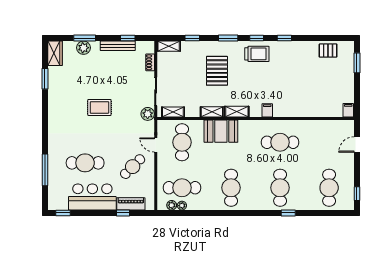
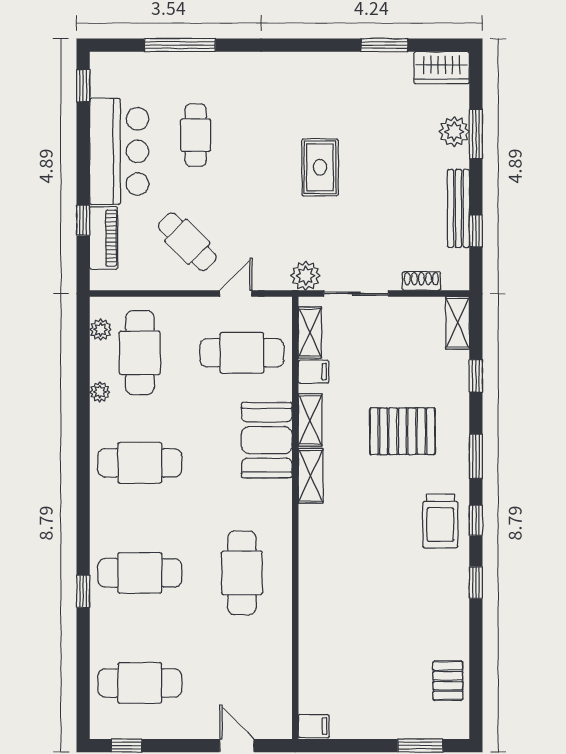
filing cabinet: (267, 110) -> (314, 372), moved
cafe table: (85, 163) -> (196, 135), width x0.73, depth x0.74
plant: (182, 206) -> (100, 392), moved

